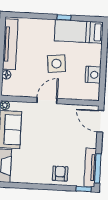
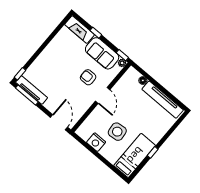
side table: (56, 64) -> (117, 132), moved
door: (100, 121) -> (59, 122), hinge flipped
armchair: (60, 174) -> (88, 77), moved, turned 180

